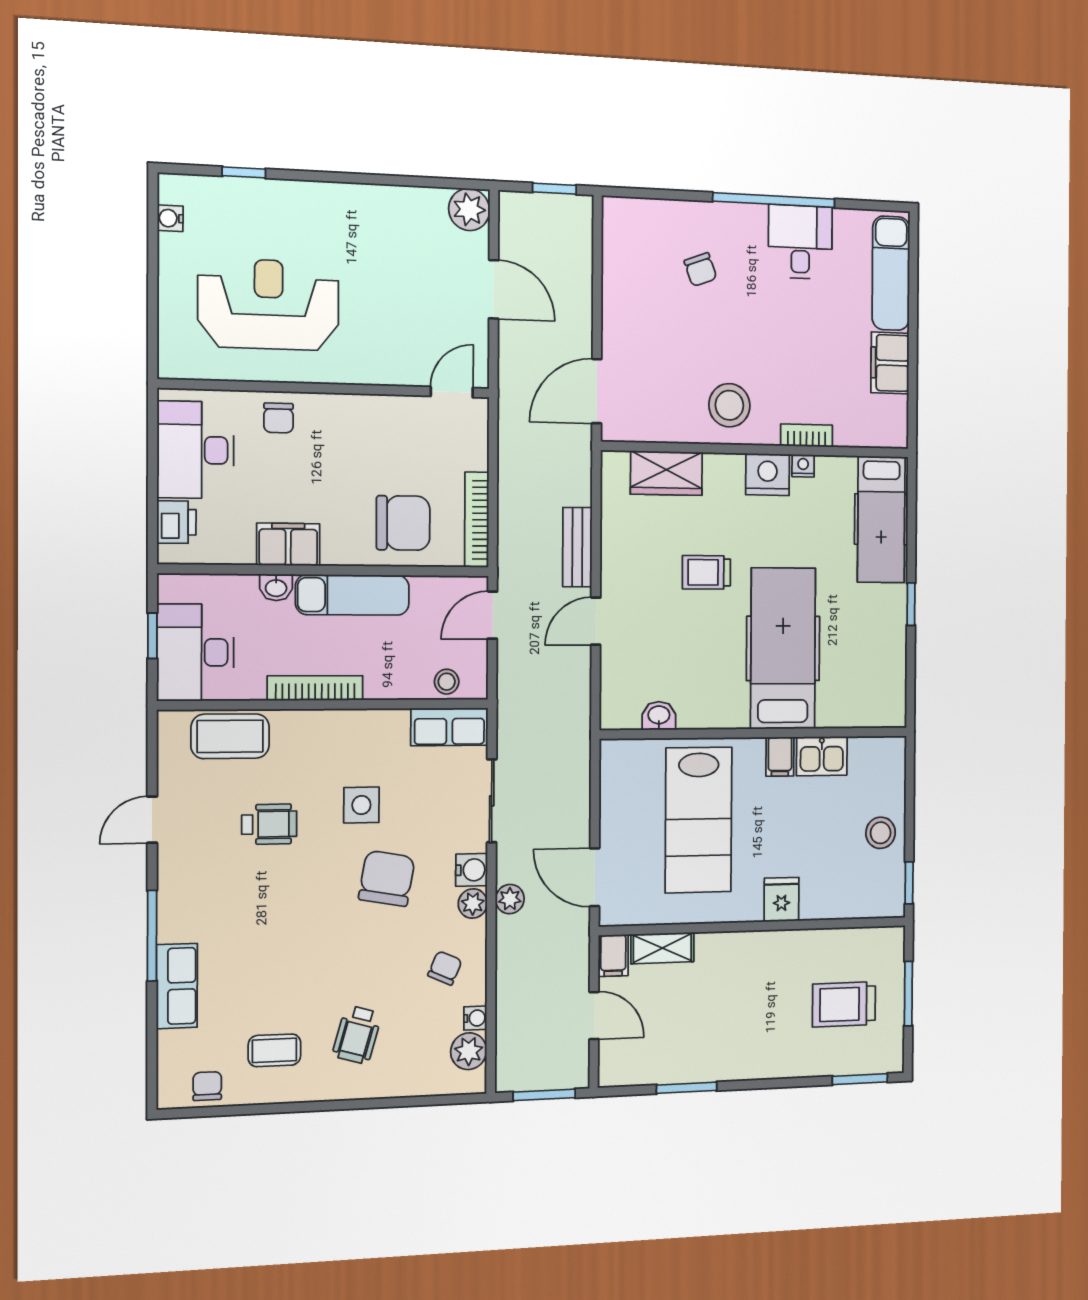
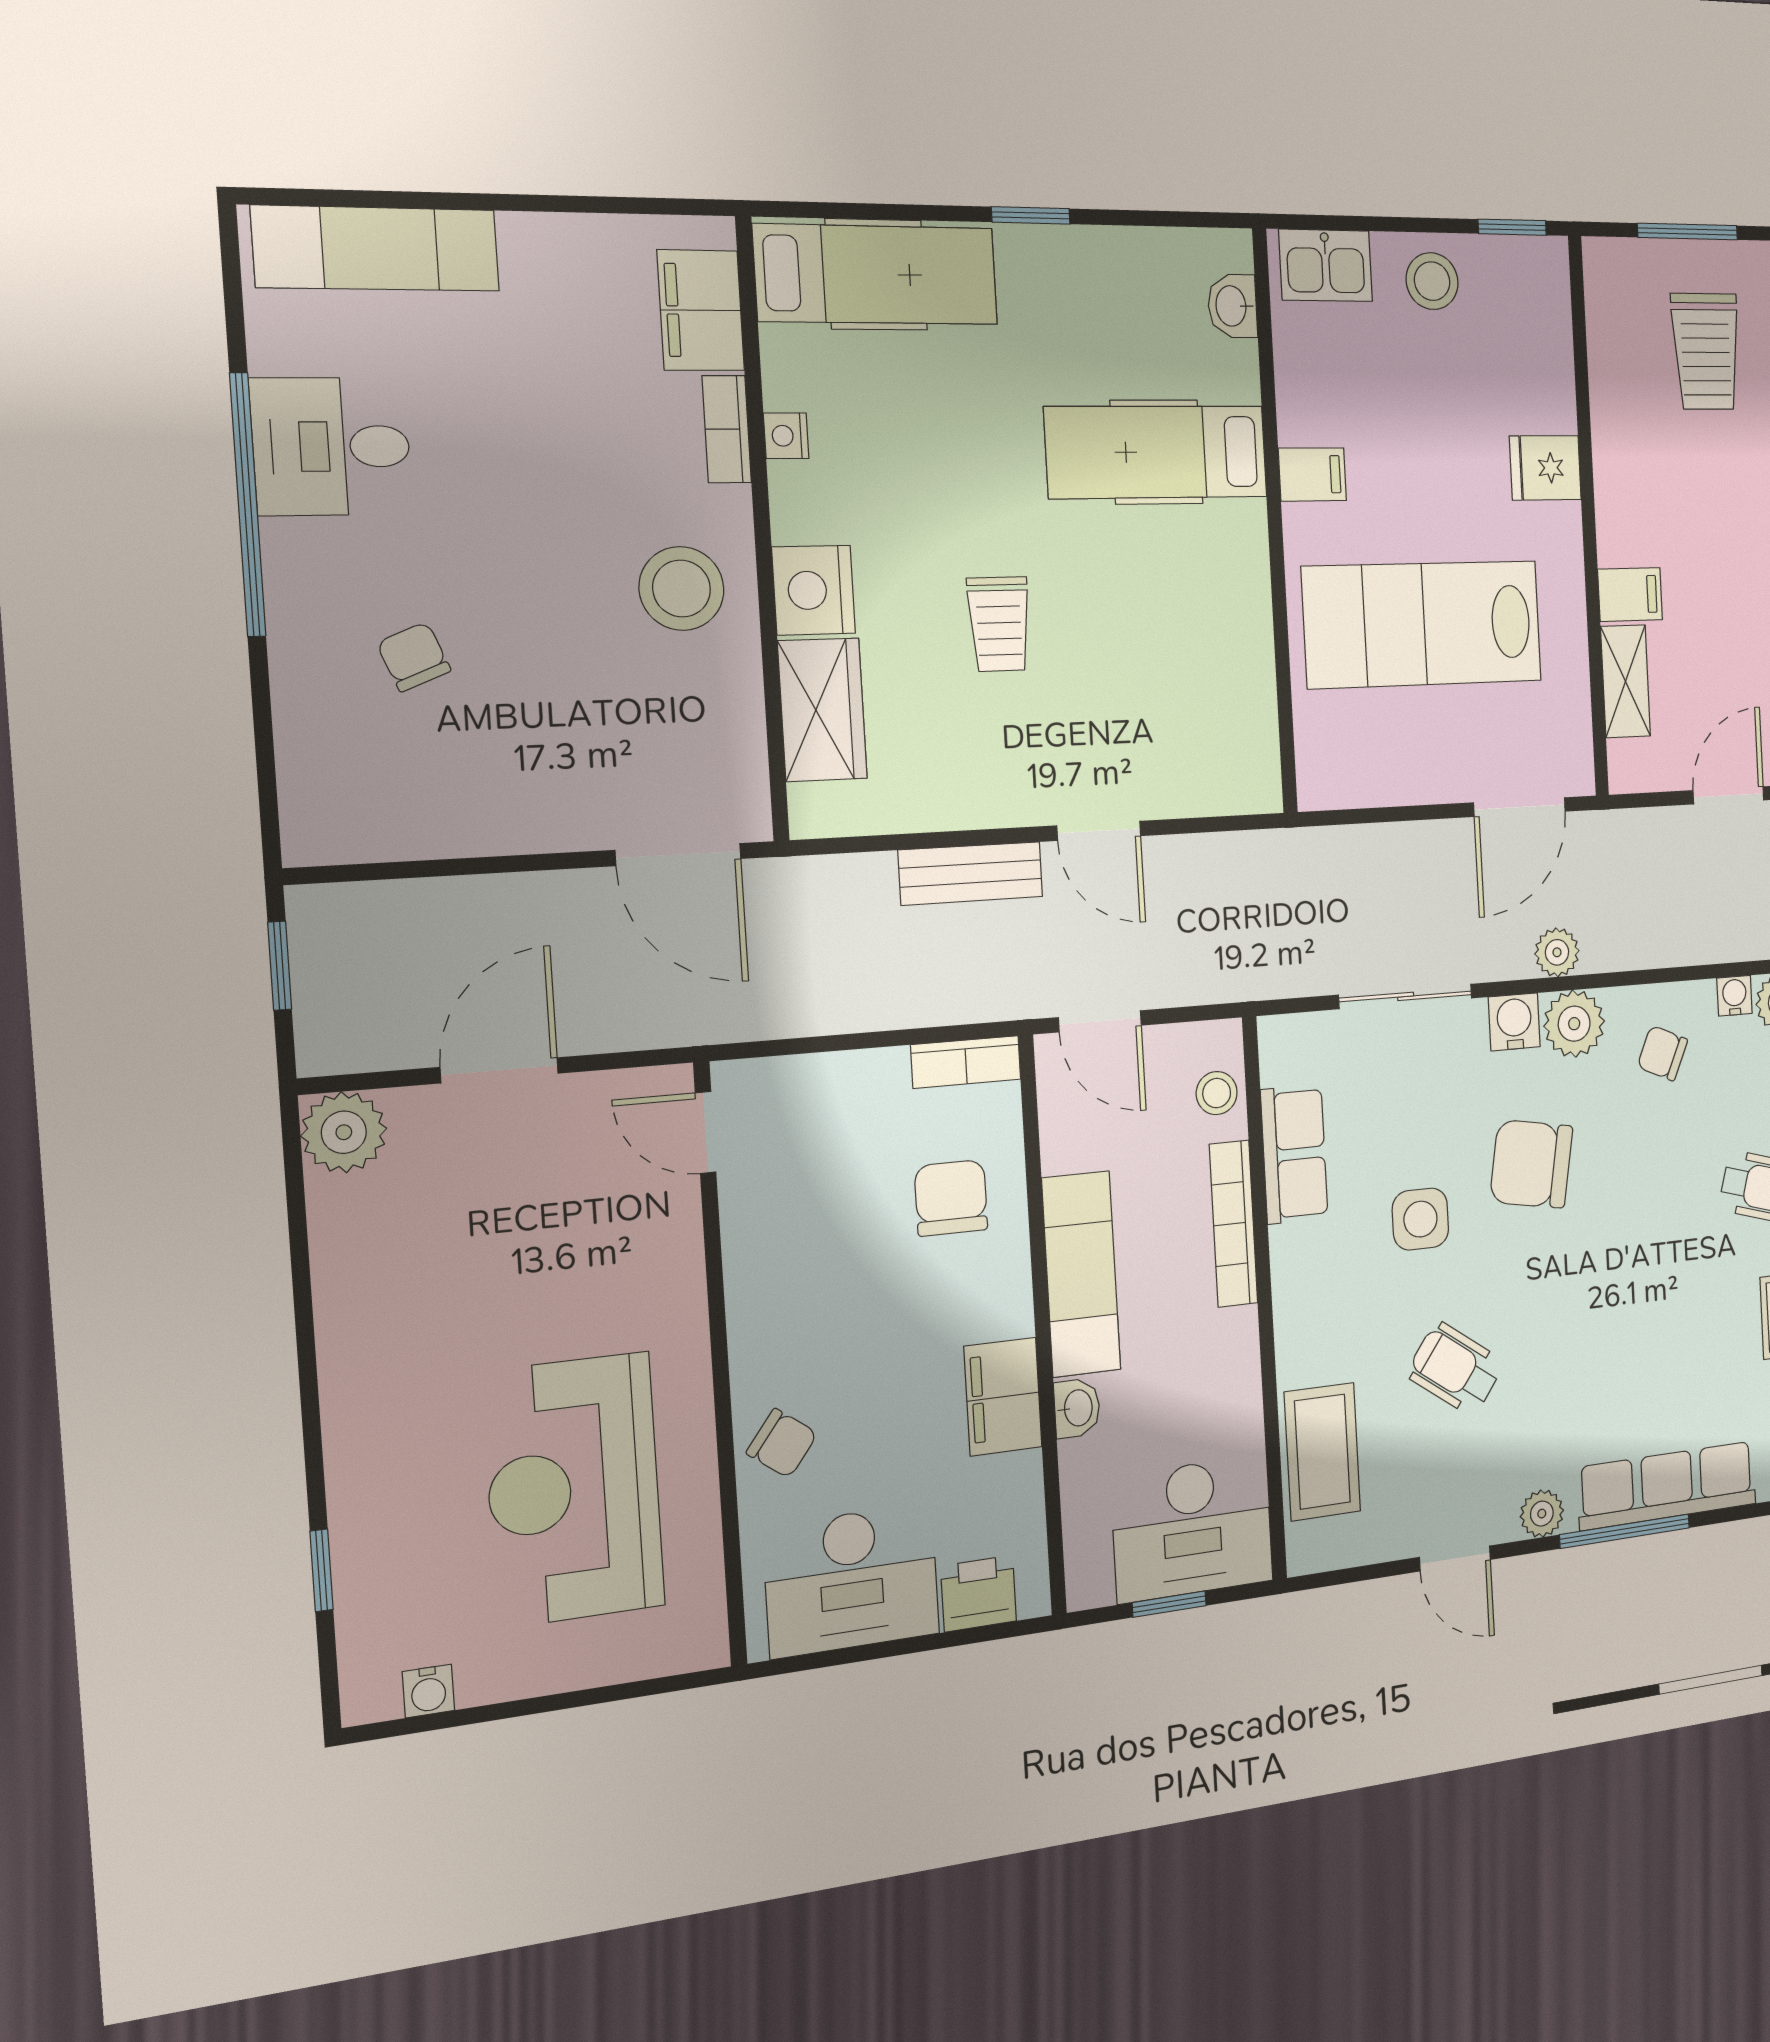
chair: (700, 270) -> (414, 657), turned -92
filing cabinet: (890, 363) -> (701, 310), moved, turned 90
chair: (279, 418) -> (782, 1443), turned 37
nightstand: (768, 474) -> (814, 590), moved
bookcase: (477, 520) -> (966, 1062), width x0.64
chair: (403, 523) -> (951, 1198), width x0.73, depth x0.73
hospital bed: (783, 648) -> (1157, 452), width x0.73, depth x0.78
bookcase: (315, 688) -> (1233, 1224), moved
washbasin: (659, 716) -> (1232, 306), moved
row of seats: (449, 727) -> (1294, 1154), moved
kitchen sink: (822, 756) -> (1326, 265), moved, turned 90
lab bench: (699, 820) -> (1423, 624), turned 180
wheelchair: (269, 824) -> (1455, 1369), turned -54
plant: (172, 879) -> (1542, 1514), added
plant: (473, 903) -> (1574, 1024), width x1.38, depth x1.38
filing cabinet: (613, 955) -> (1630, 594), moved
row of seats: (177, 986) -> (1667, 1486), width x1.48

